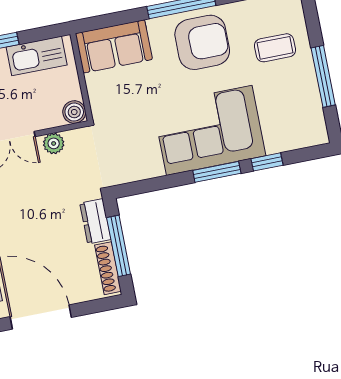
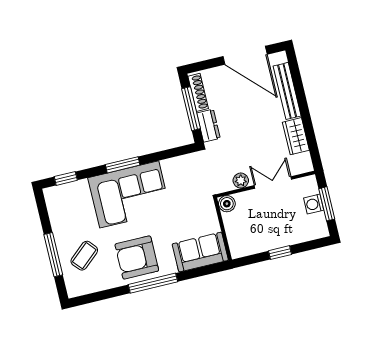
coffee table: (275, 48) -> (84, 256), turned -41
kitchen sink: (37, 56) -> (256, 243), removed
window: (323, 76) -> (53, 255), moved
window: (267, 162) -> (66, 178), moved

